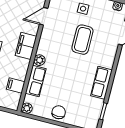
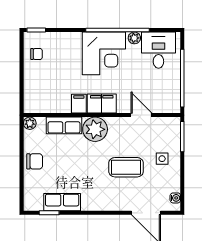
plant: (39, 60) -> (95, 129), width x1.87, depth x1.87
row of seats: (101, 83) -> (62, 202), moved
filing cabinet: (16, 85) -> (79, 104), moved

